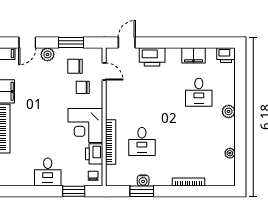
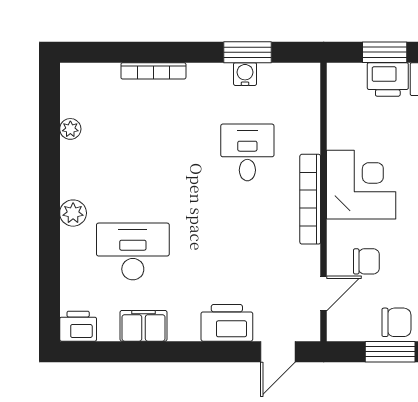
chair: (75, 66) -> (396, 322), moved
door: (104, 71) -> (324, 293), swing flipped
desk: (199, 92) -> (133, 251), width x1.37
bookcase: (111, 142) -> (310, 199), moved
printer: (94, 154) -> (388, 79), moved, turned 90
chair: (93, 176) -> (345, 84), removed

